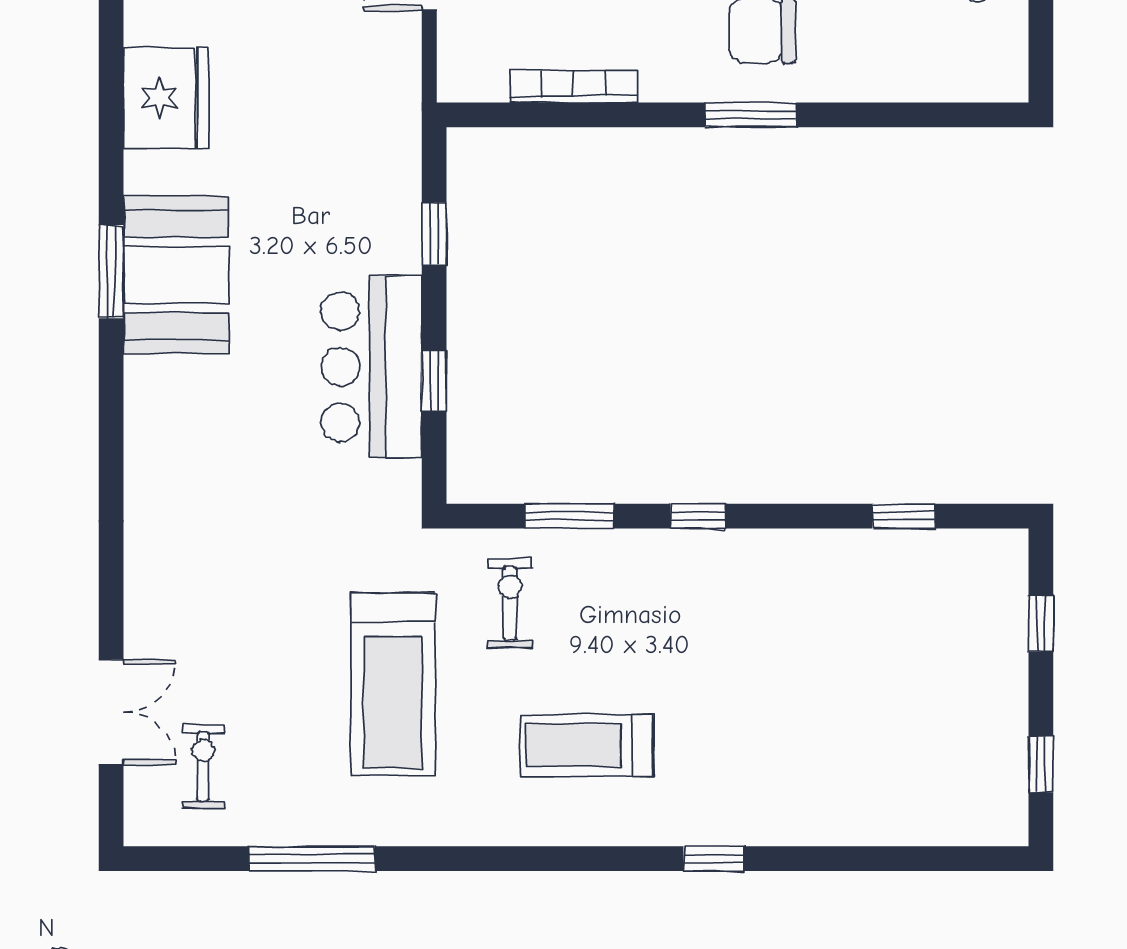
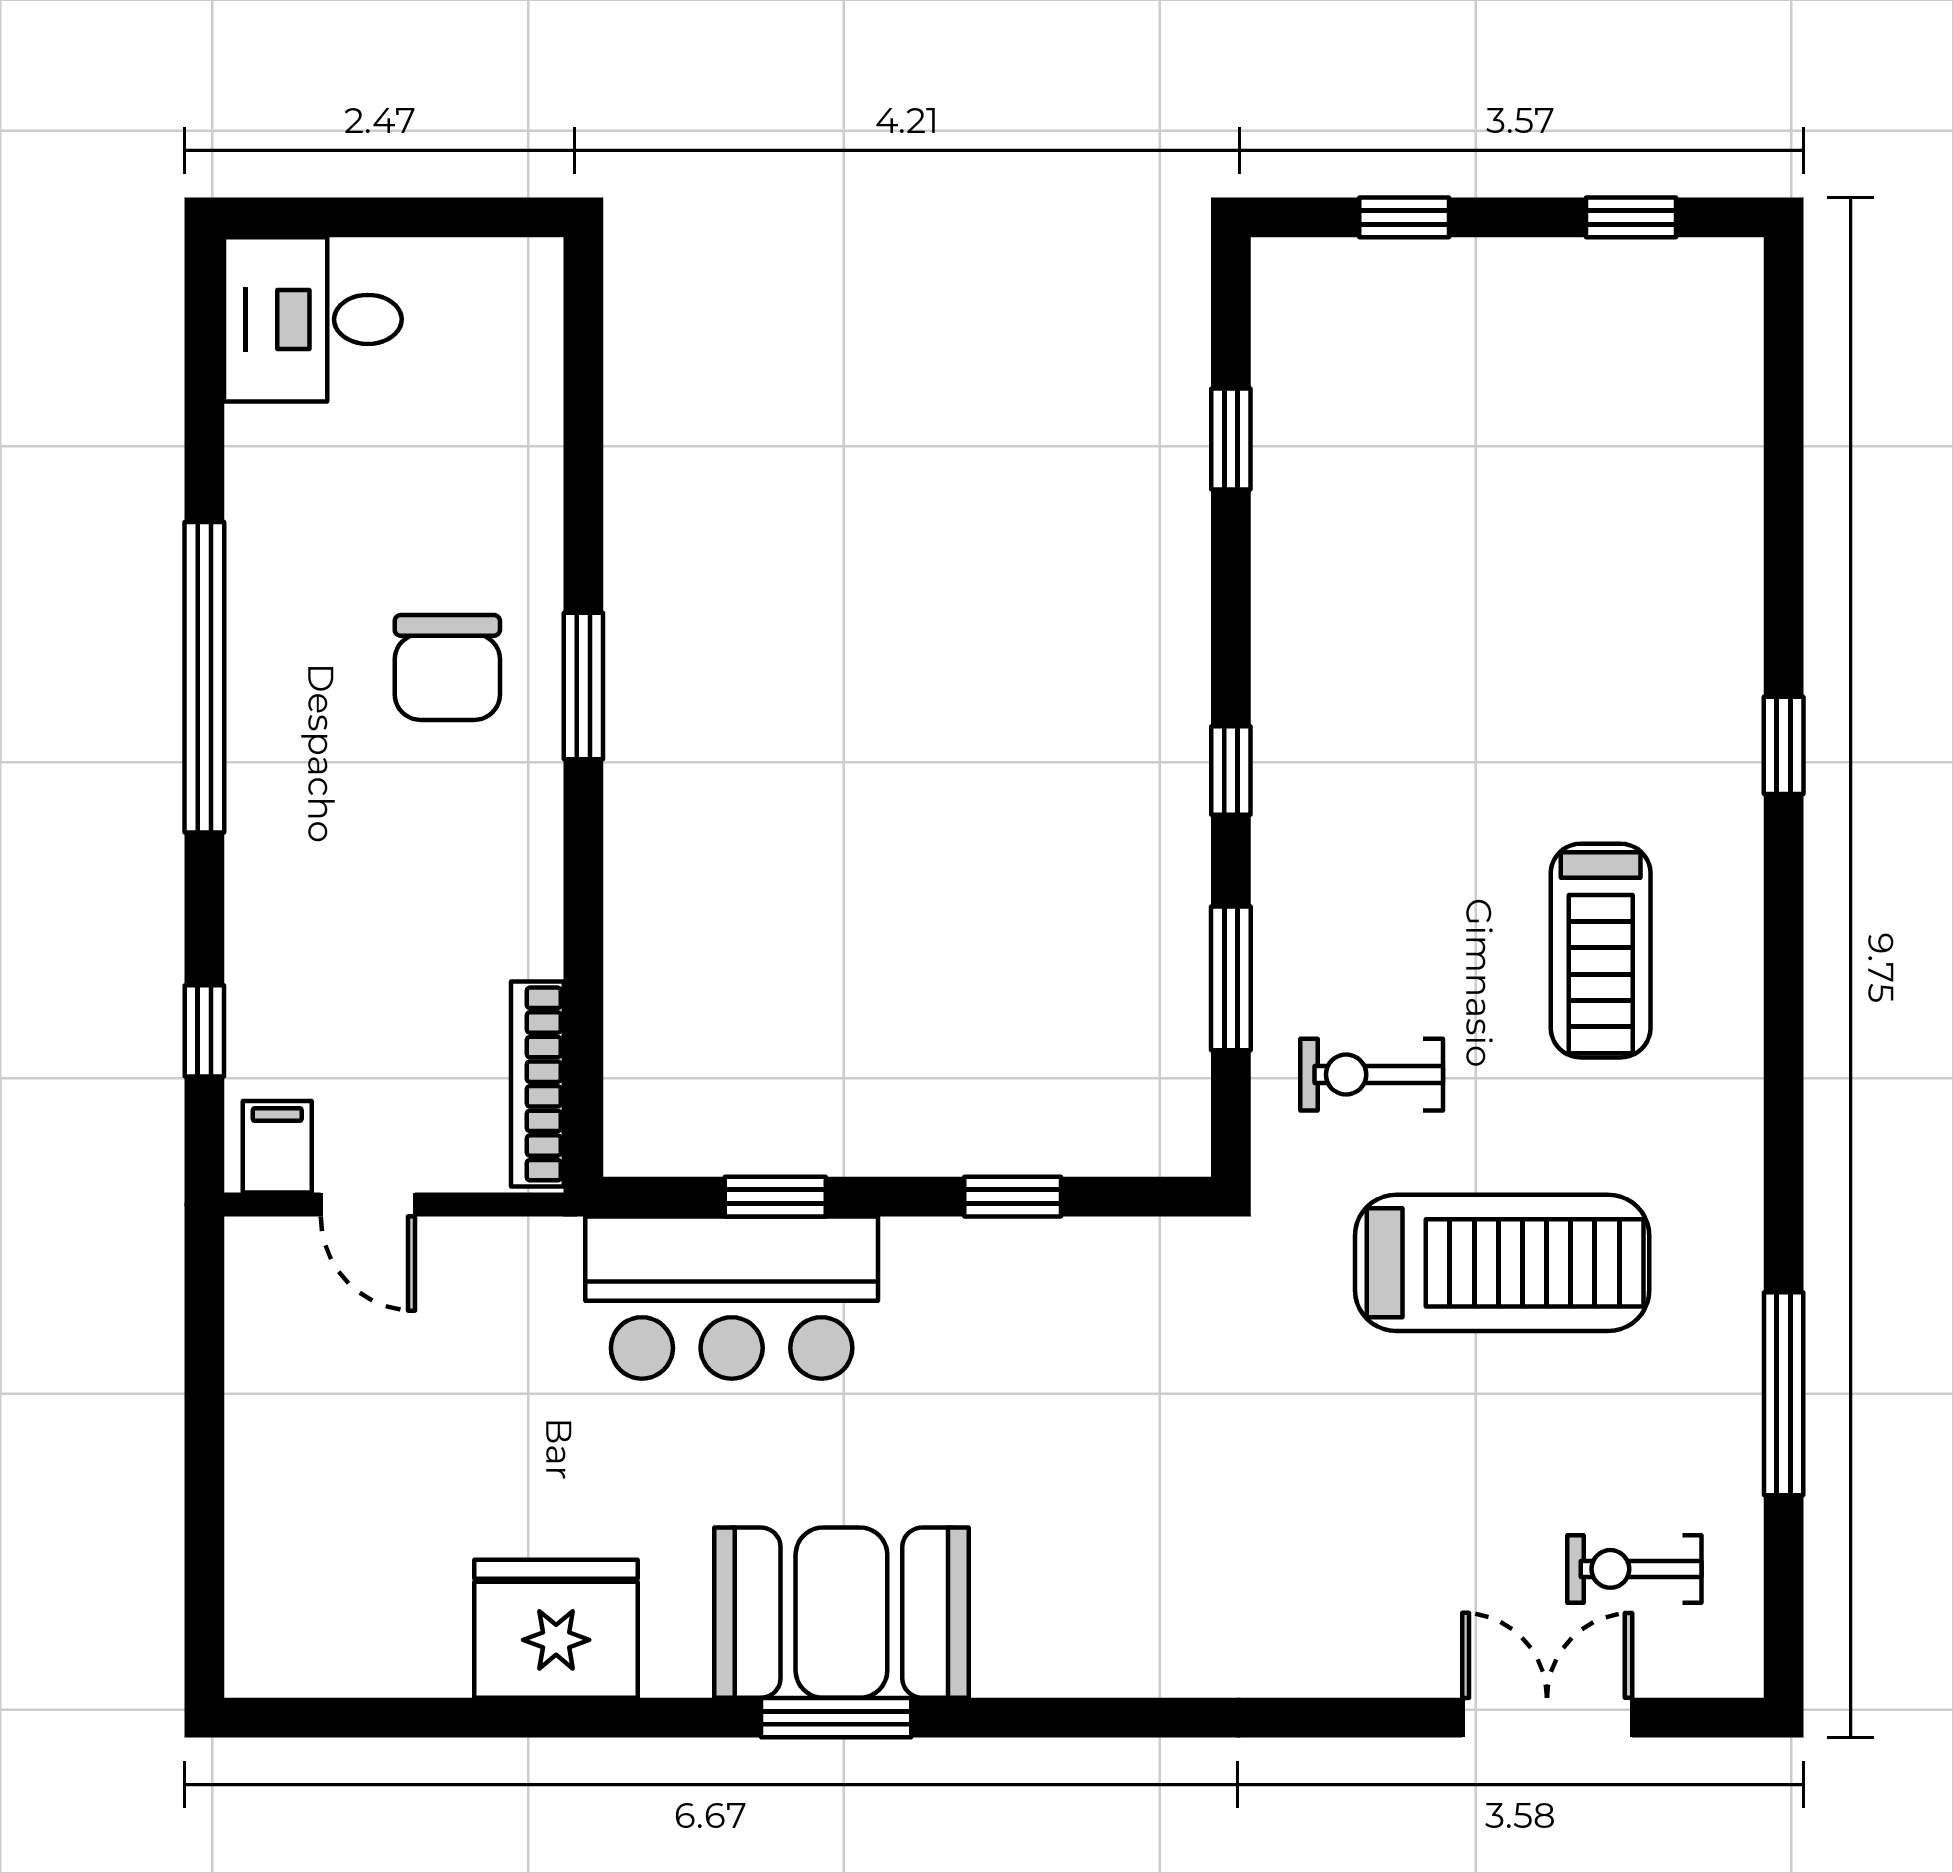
bookcase: (573, 86) -> (537, 1084), moved
bar counter: (372, 367) -> (732, 1298), moved

